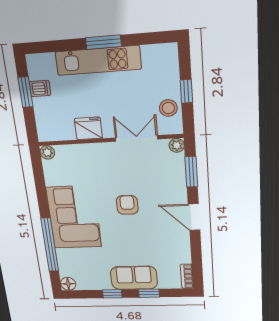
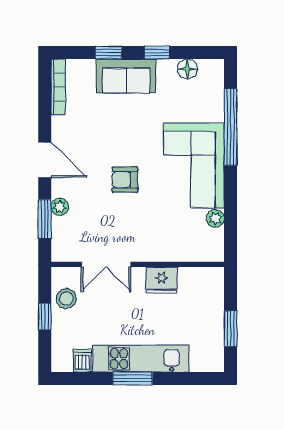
dishwasher: (40, 89) -> (82, 360), moved, turned 90
plant: (177, 145) -> (60, 207), moved
plant: (47, 152) -> (215, 218), moved
armchair: (127, 205) -> (125, 180), turned 90
bookcase: (187, 276) -> (58, 87), width x1.56
floor lamp: (68, 284) -> (187, 69), moved

